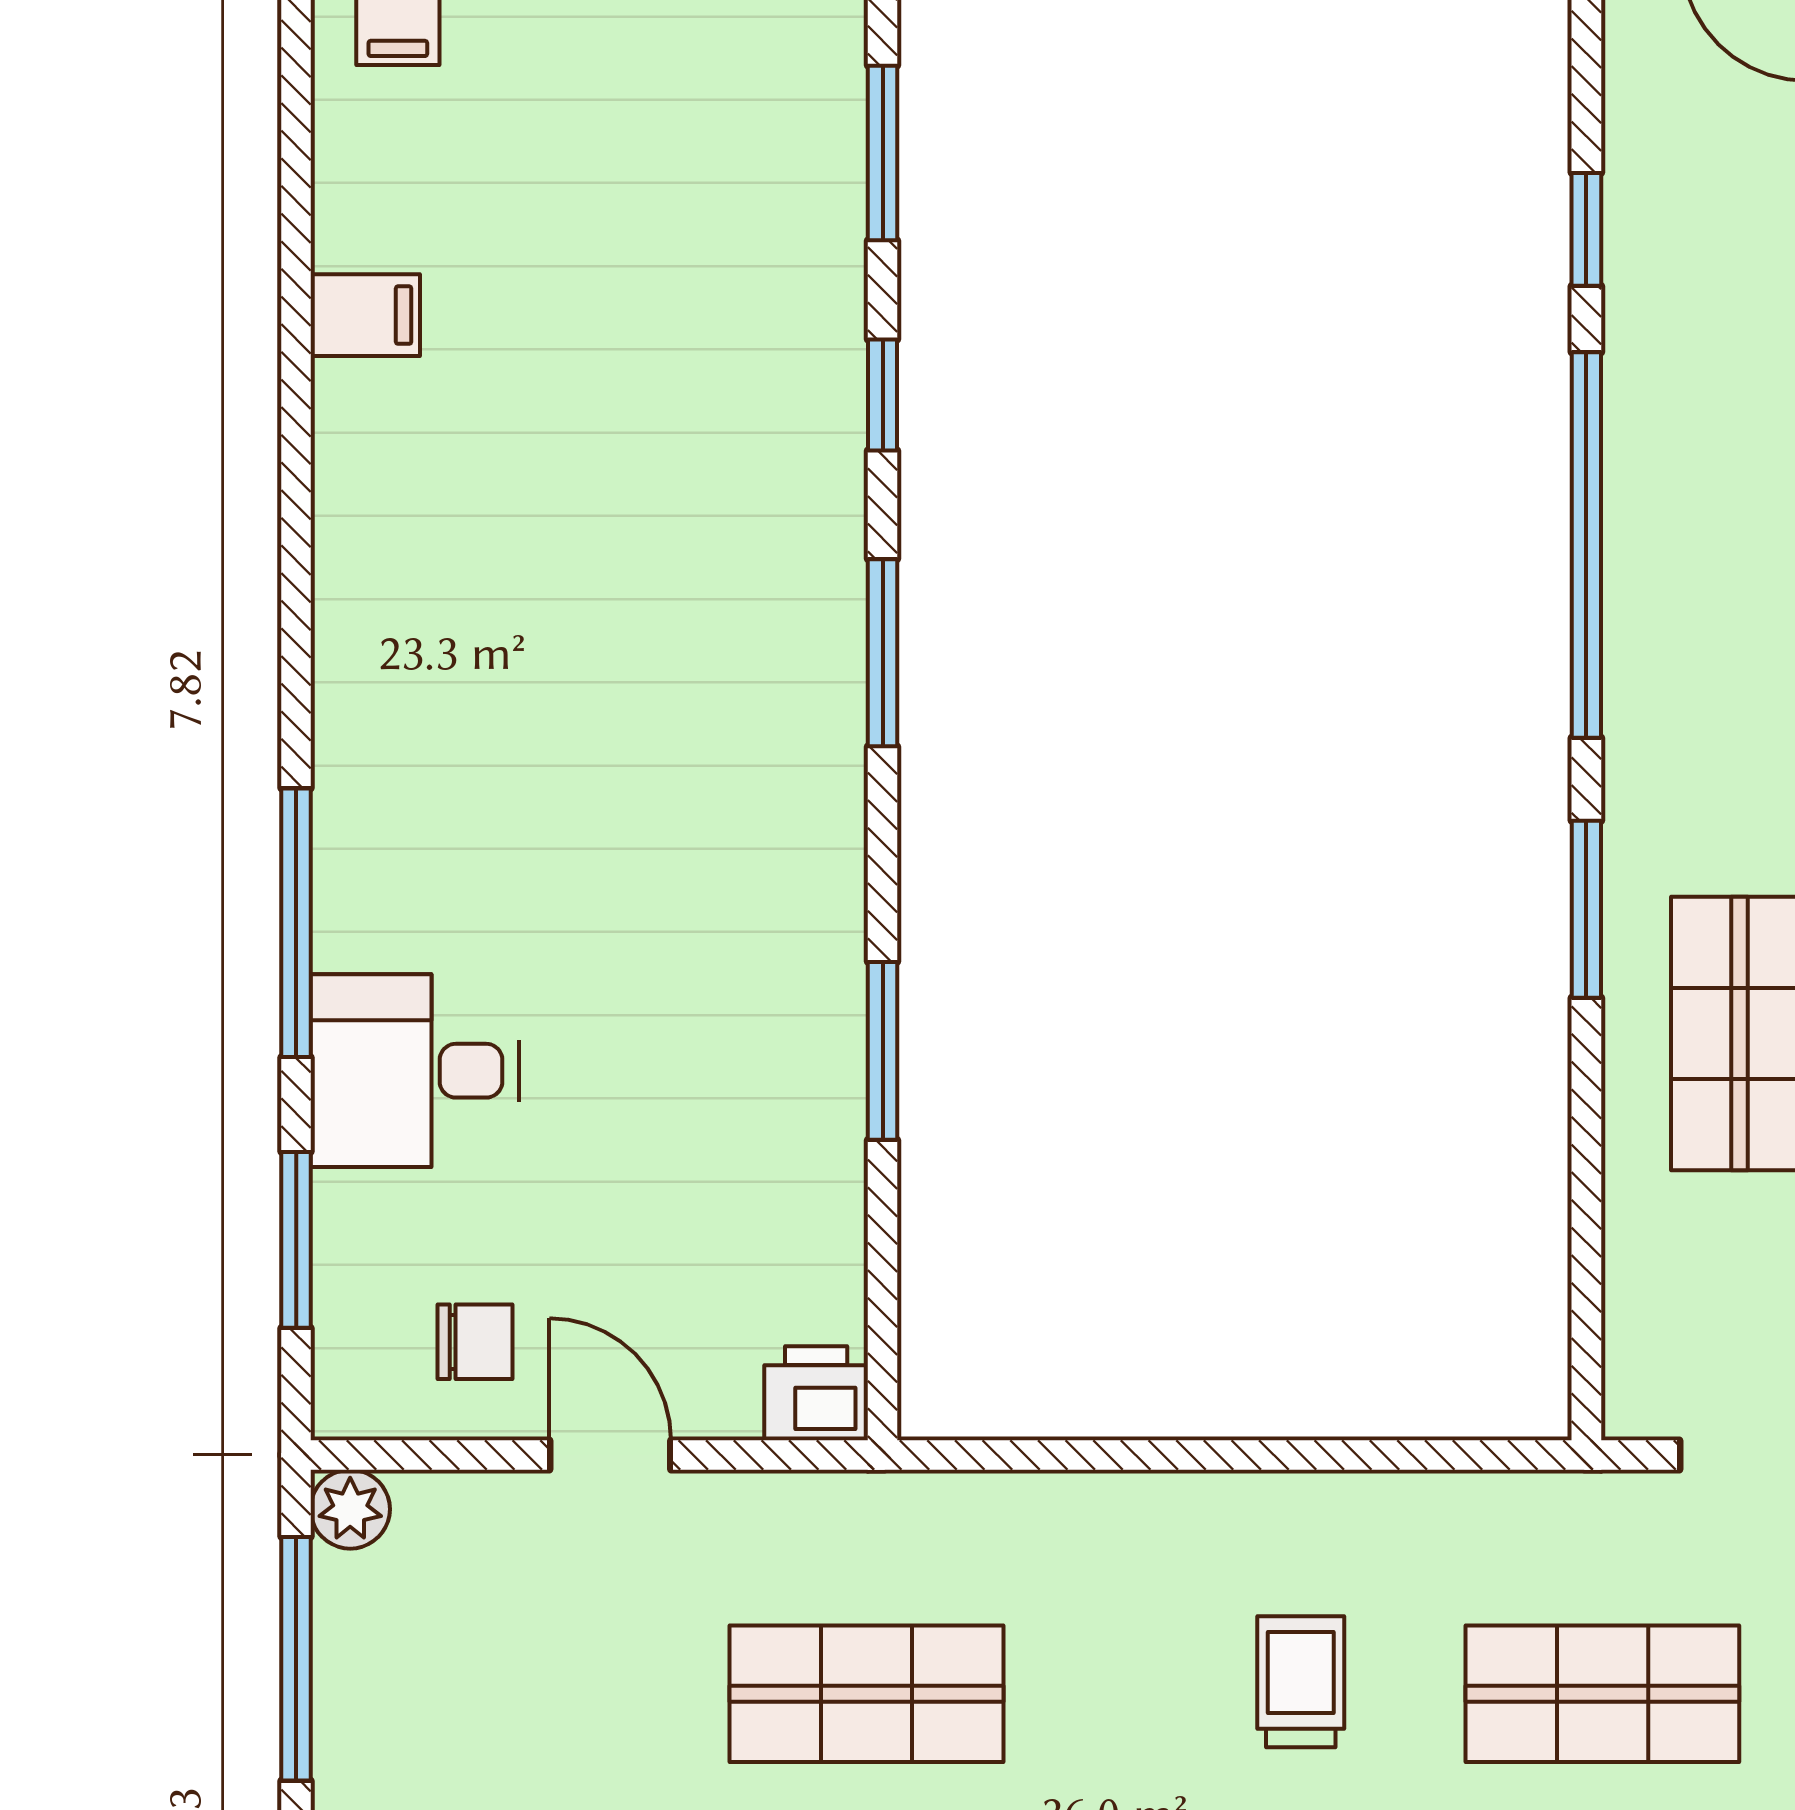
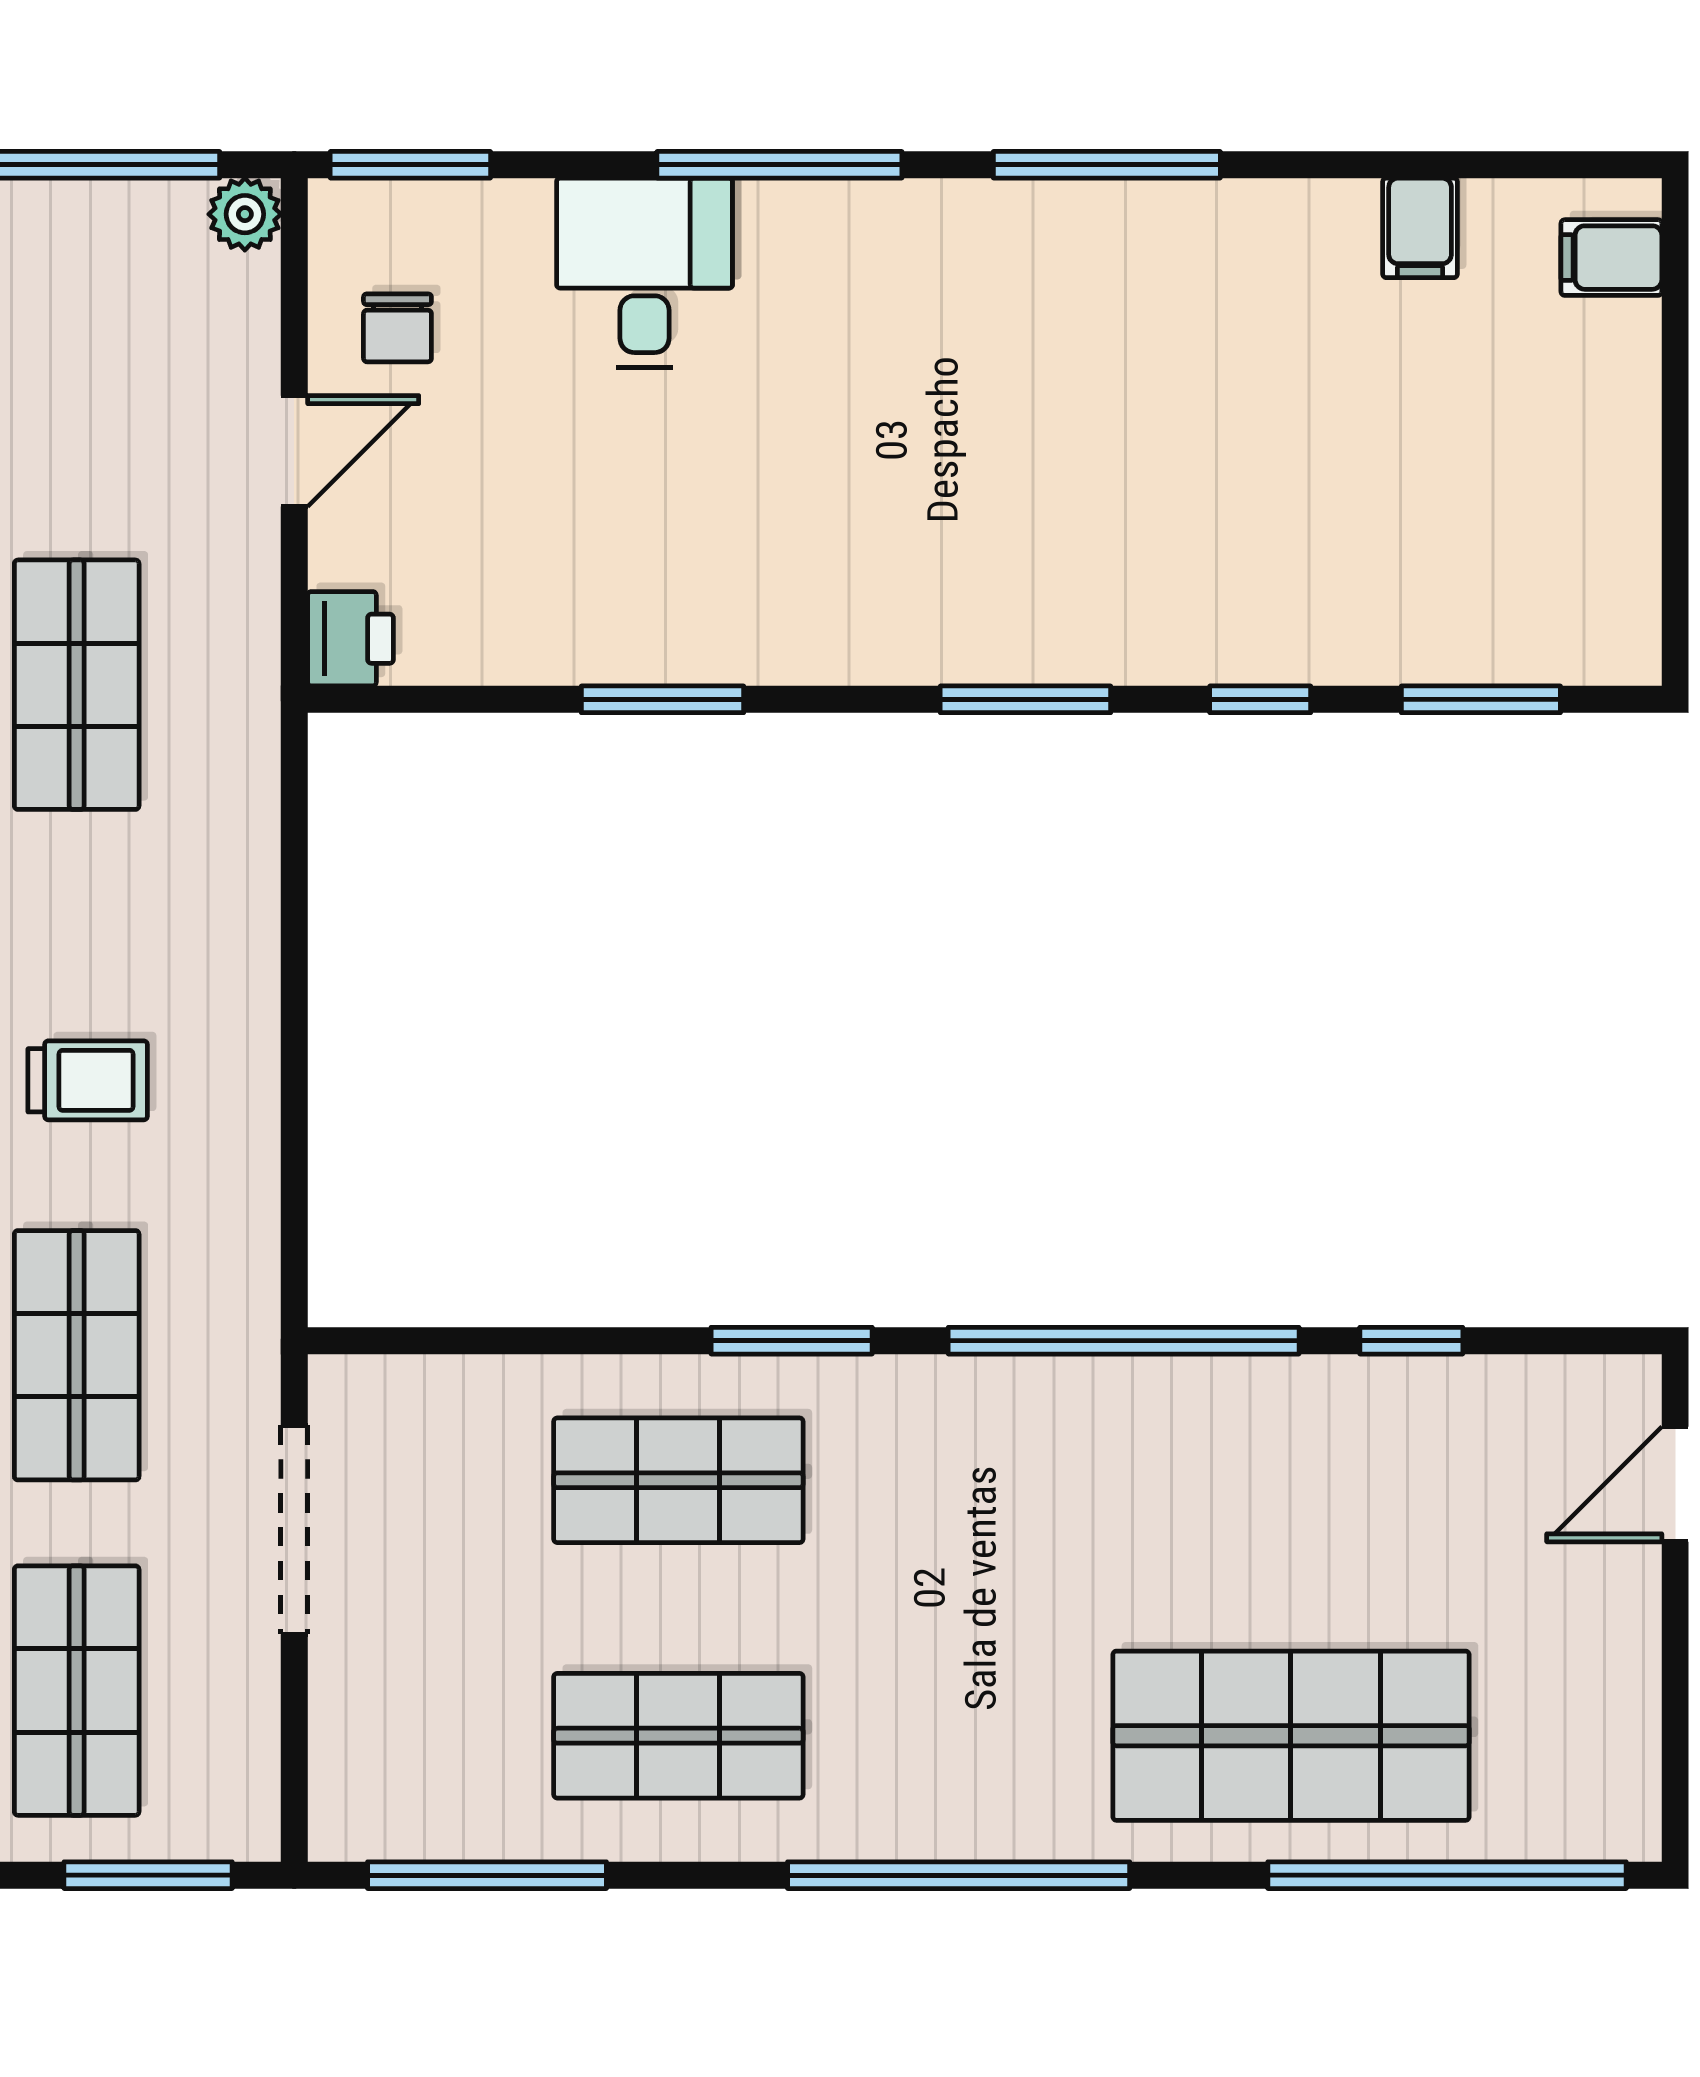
filing cabinet: (365, 315) -> (1420, 228), moved
window: (296, 563) -> (1107, 165), added
window: (296, 1240) -> (410, 165), moved

